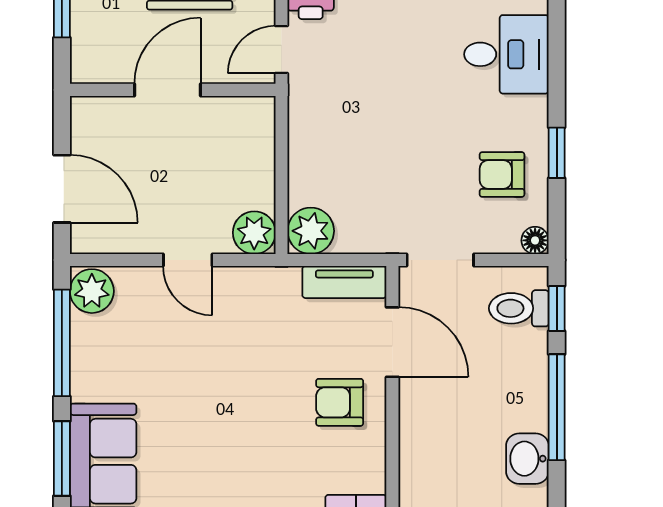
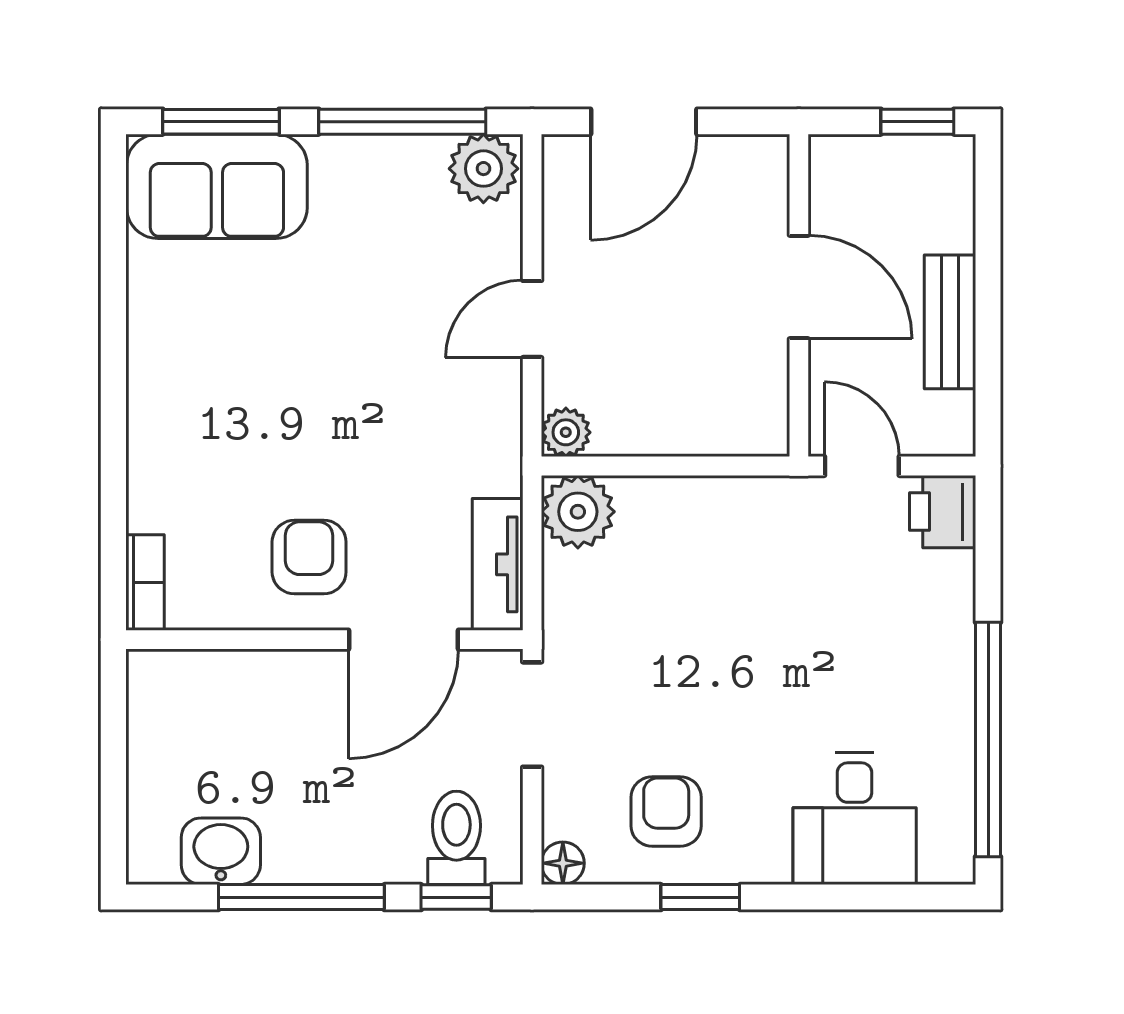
plant: (254, 233) -> (566, 432), width x0.73, depth x0.73

